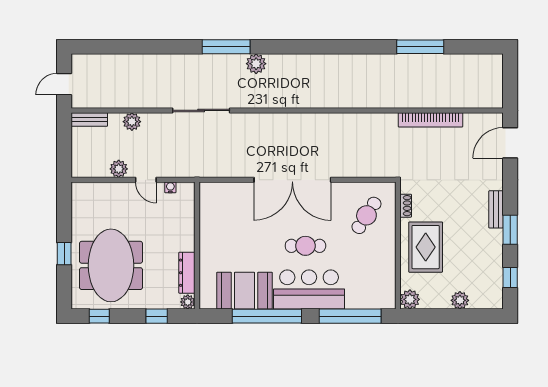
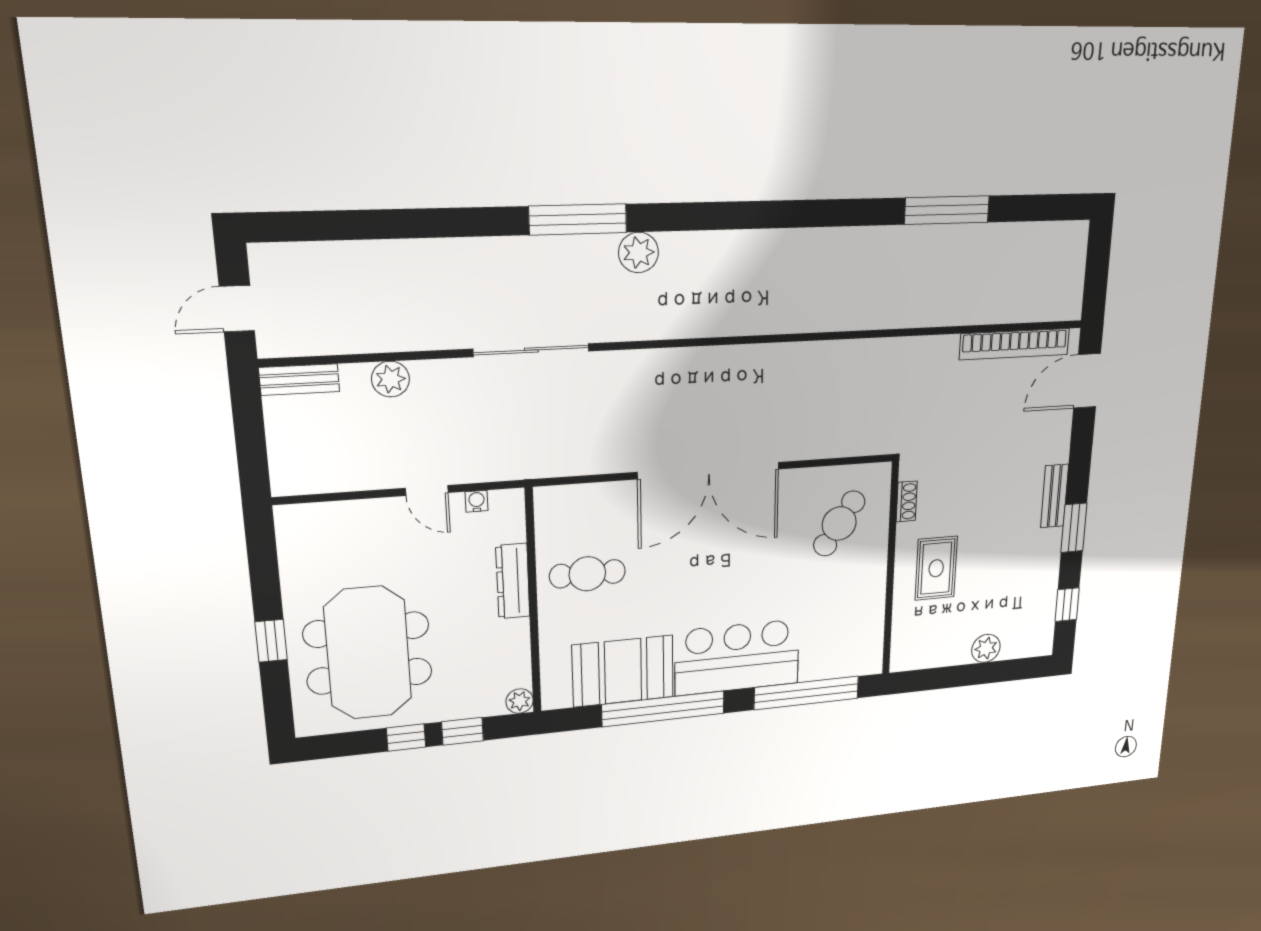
bookcase: (431, 120) -> (1015, 344), moved
plant: (119, 169) -> (370, 473), removed
cafe table: (305, 246) -> (587, 574), moved
rug: (426, 247) -> (936, 568), width x0.73, depth x0.70
dresser: (187, 273) -> (513, 581), moved
plant: (410, 299) -> (906, 655), removed
window: (99, 316) -> (406, 738), moved

